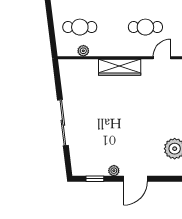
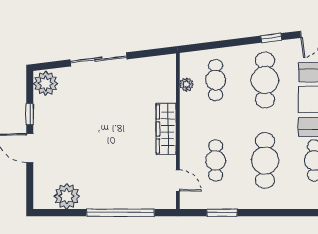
plant: (114, 171) -> (46, 83), moved, width x1.88, depth x1.88
window: (95, 179) -> (30, 114), moved

